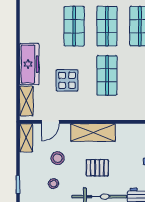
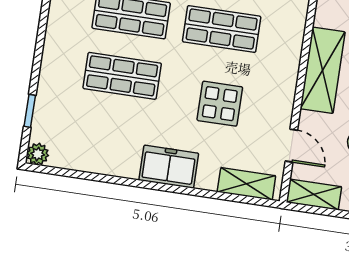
freezer: (29, 64) -> (169, 167), width x0.71

